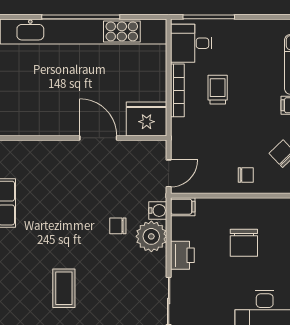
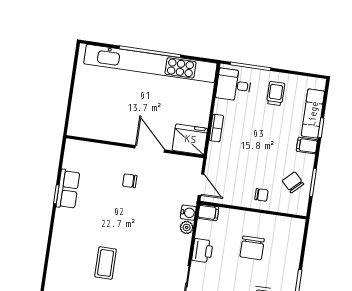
bookcase: (177, 90) -> (216, 128), width x0.64
trolley: (218, 90) -> (276, 93), moved
door: (169, 173) -> (201, 185), hinge flipped
chair: (118, 226) -> (130, 181), moved
plant: (151, 236) -> (187, 227), width x0.53, depth x0.53

